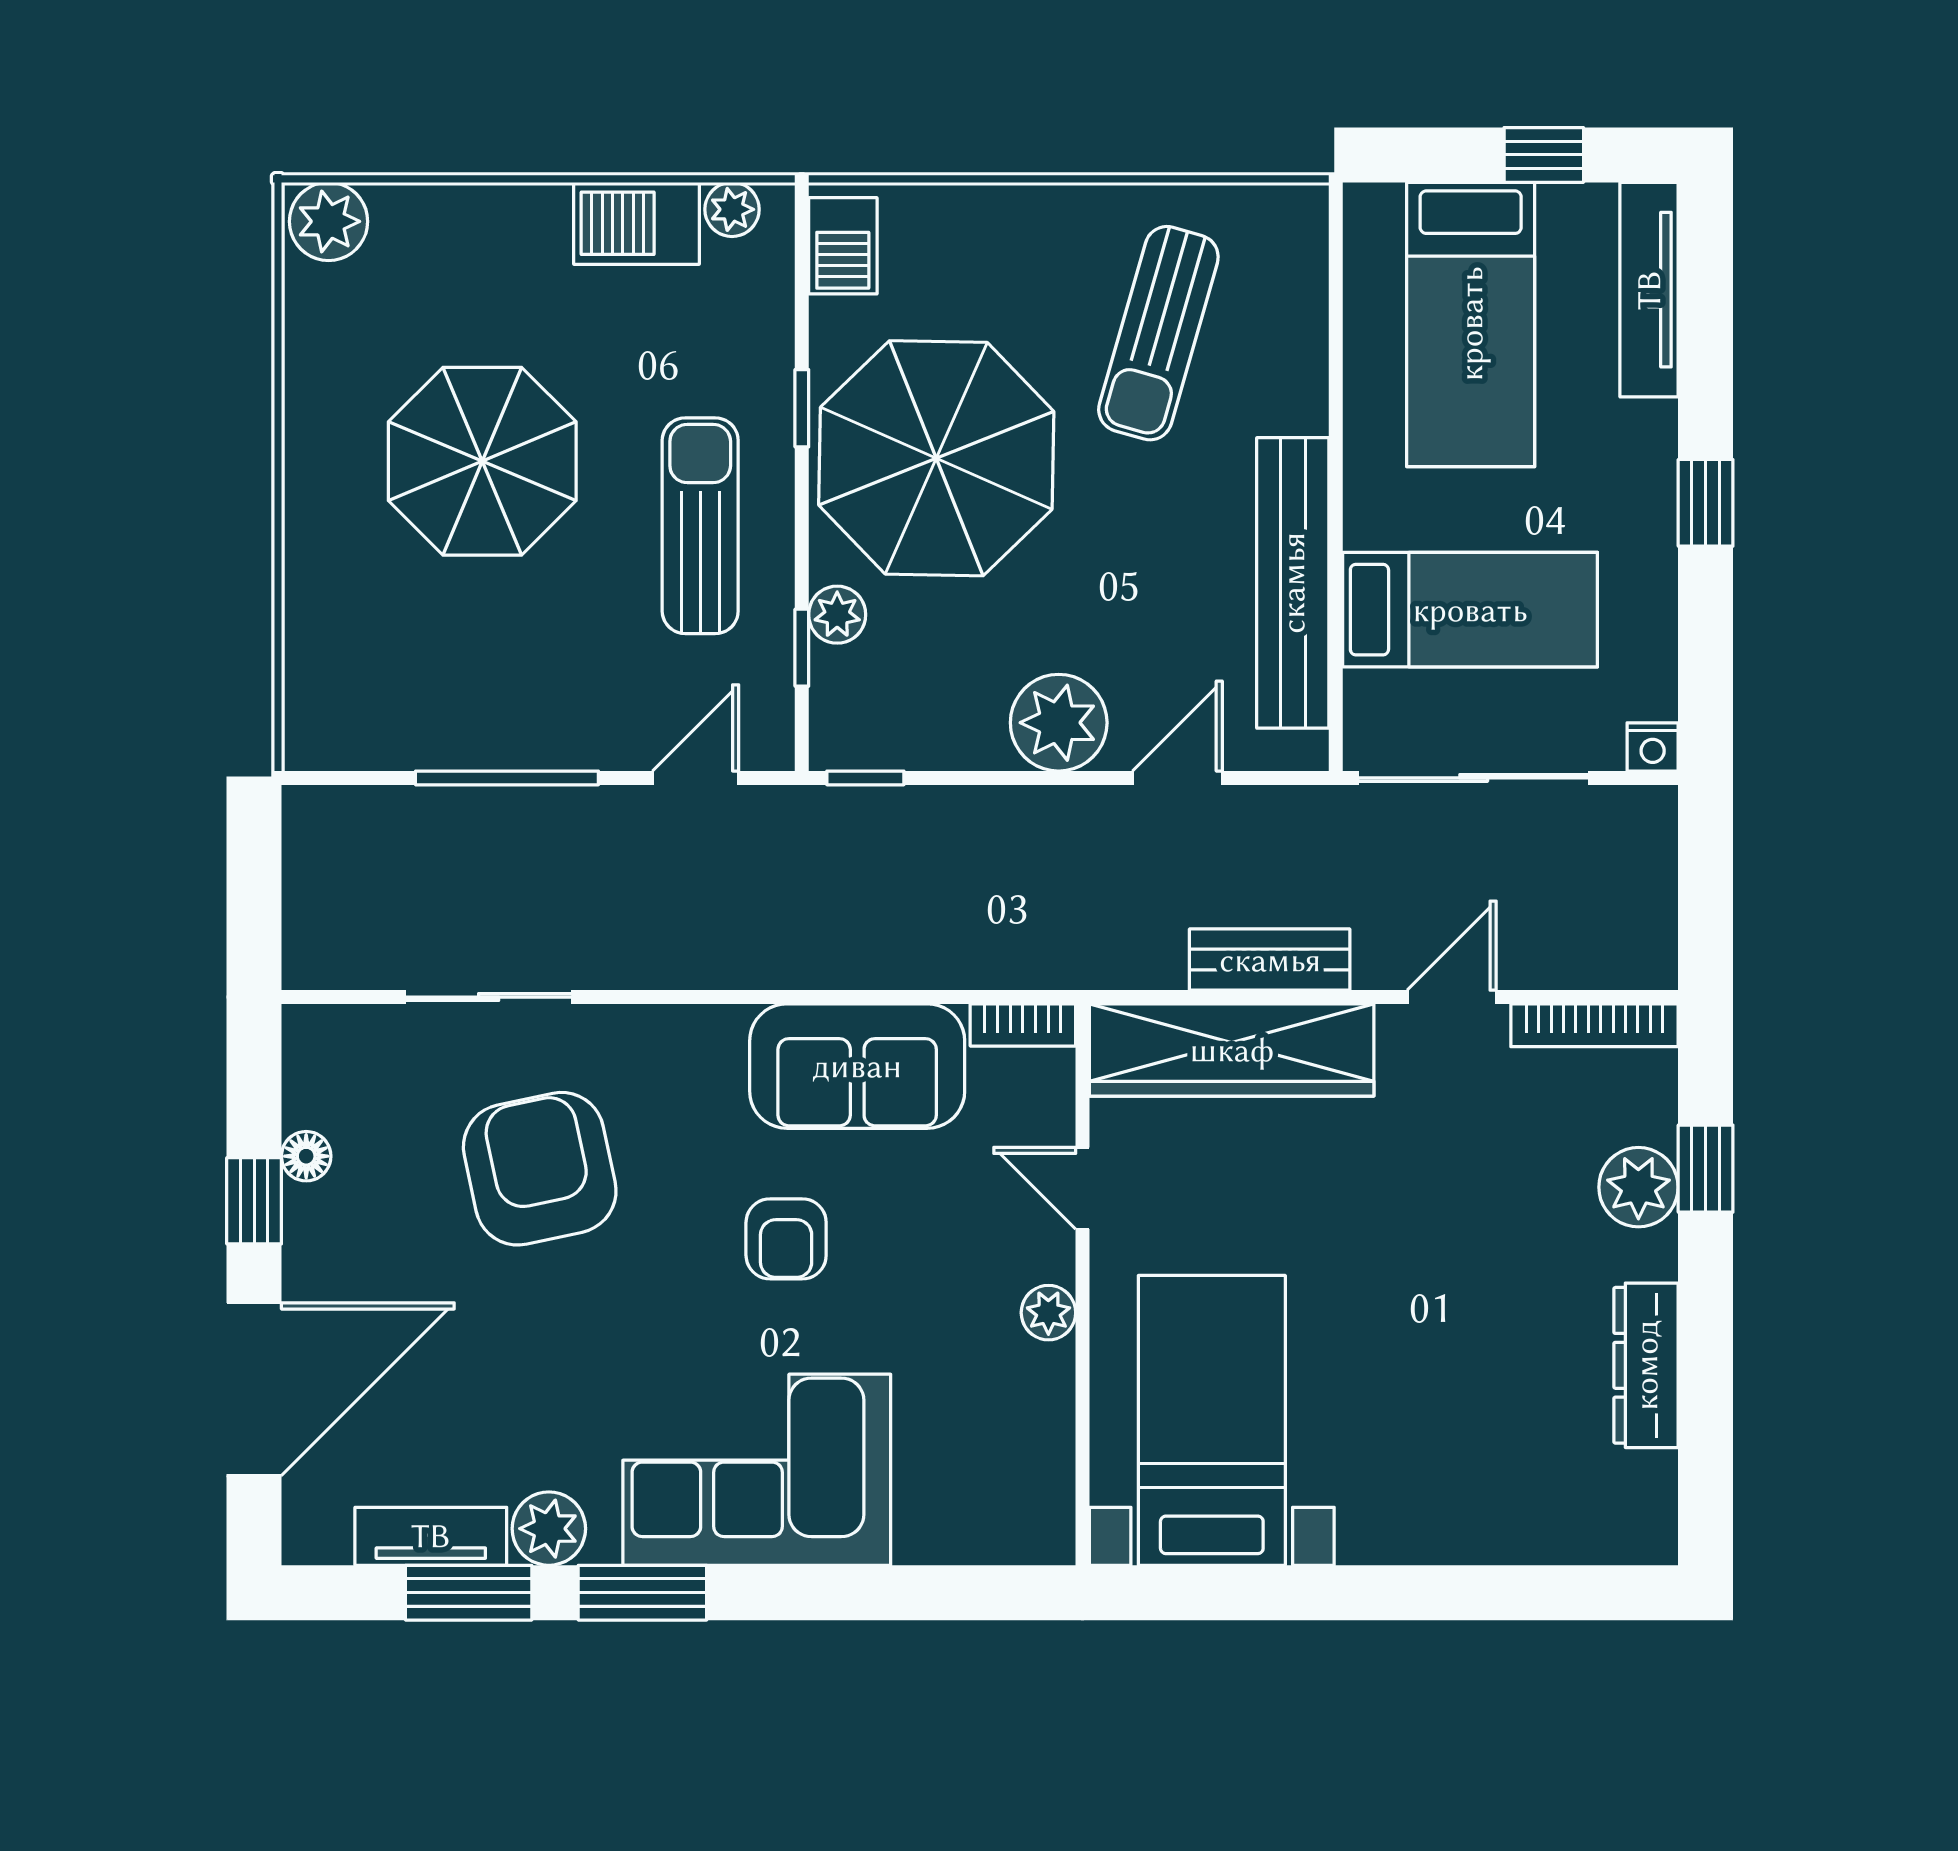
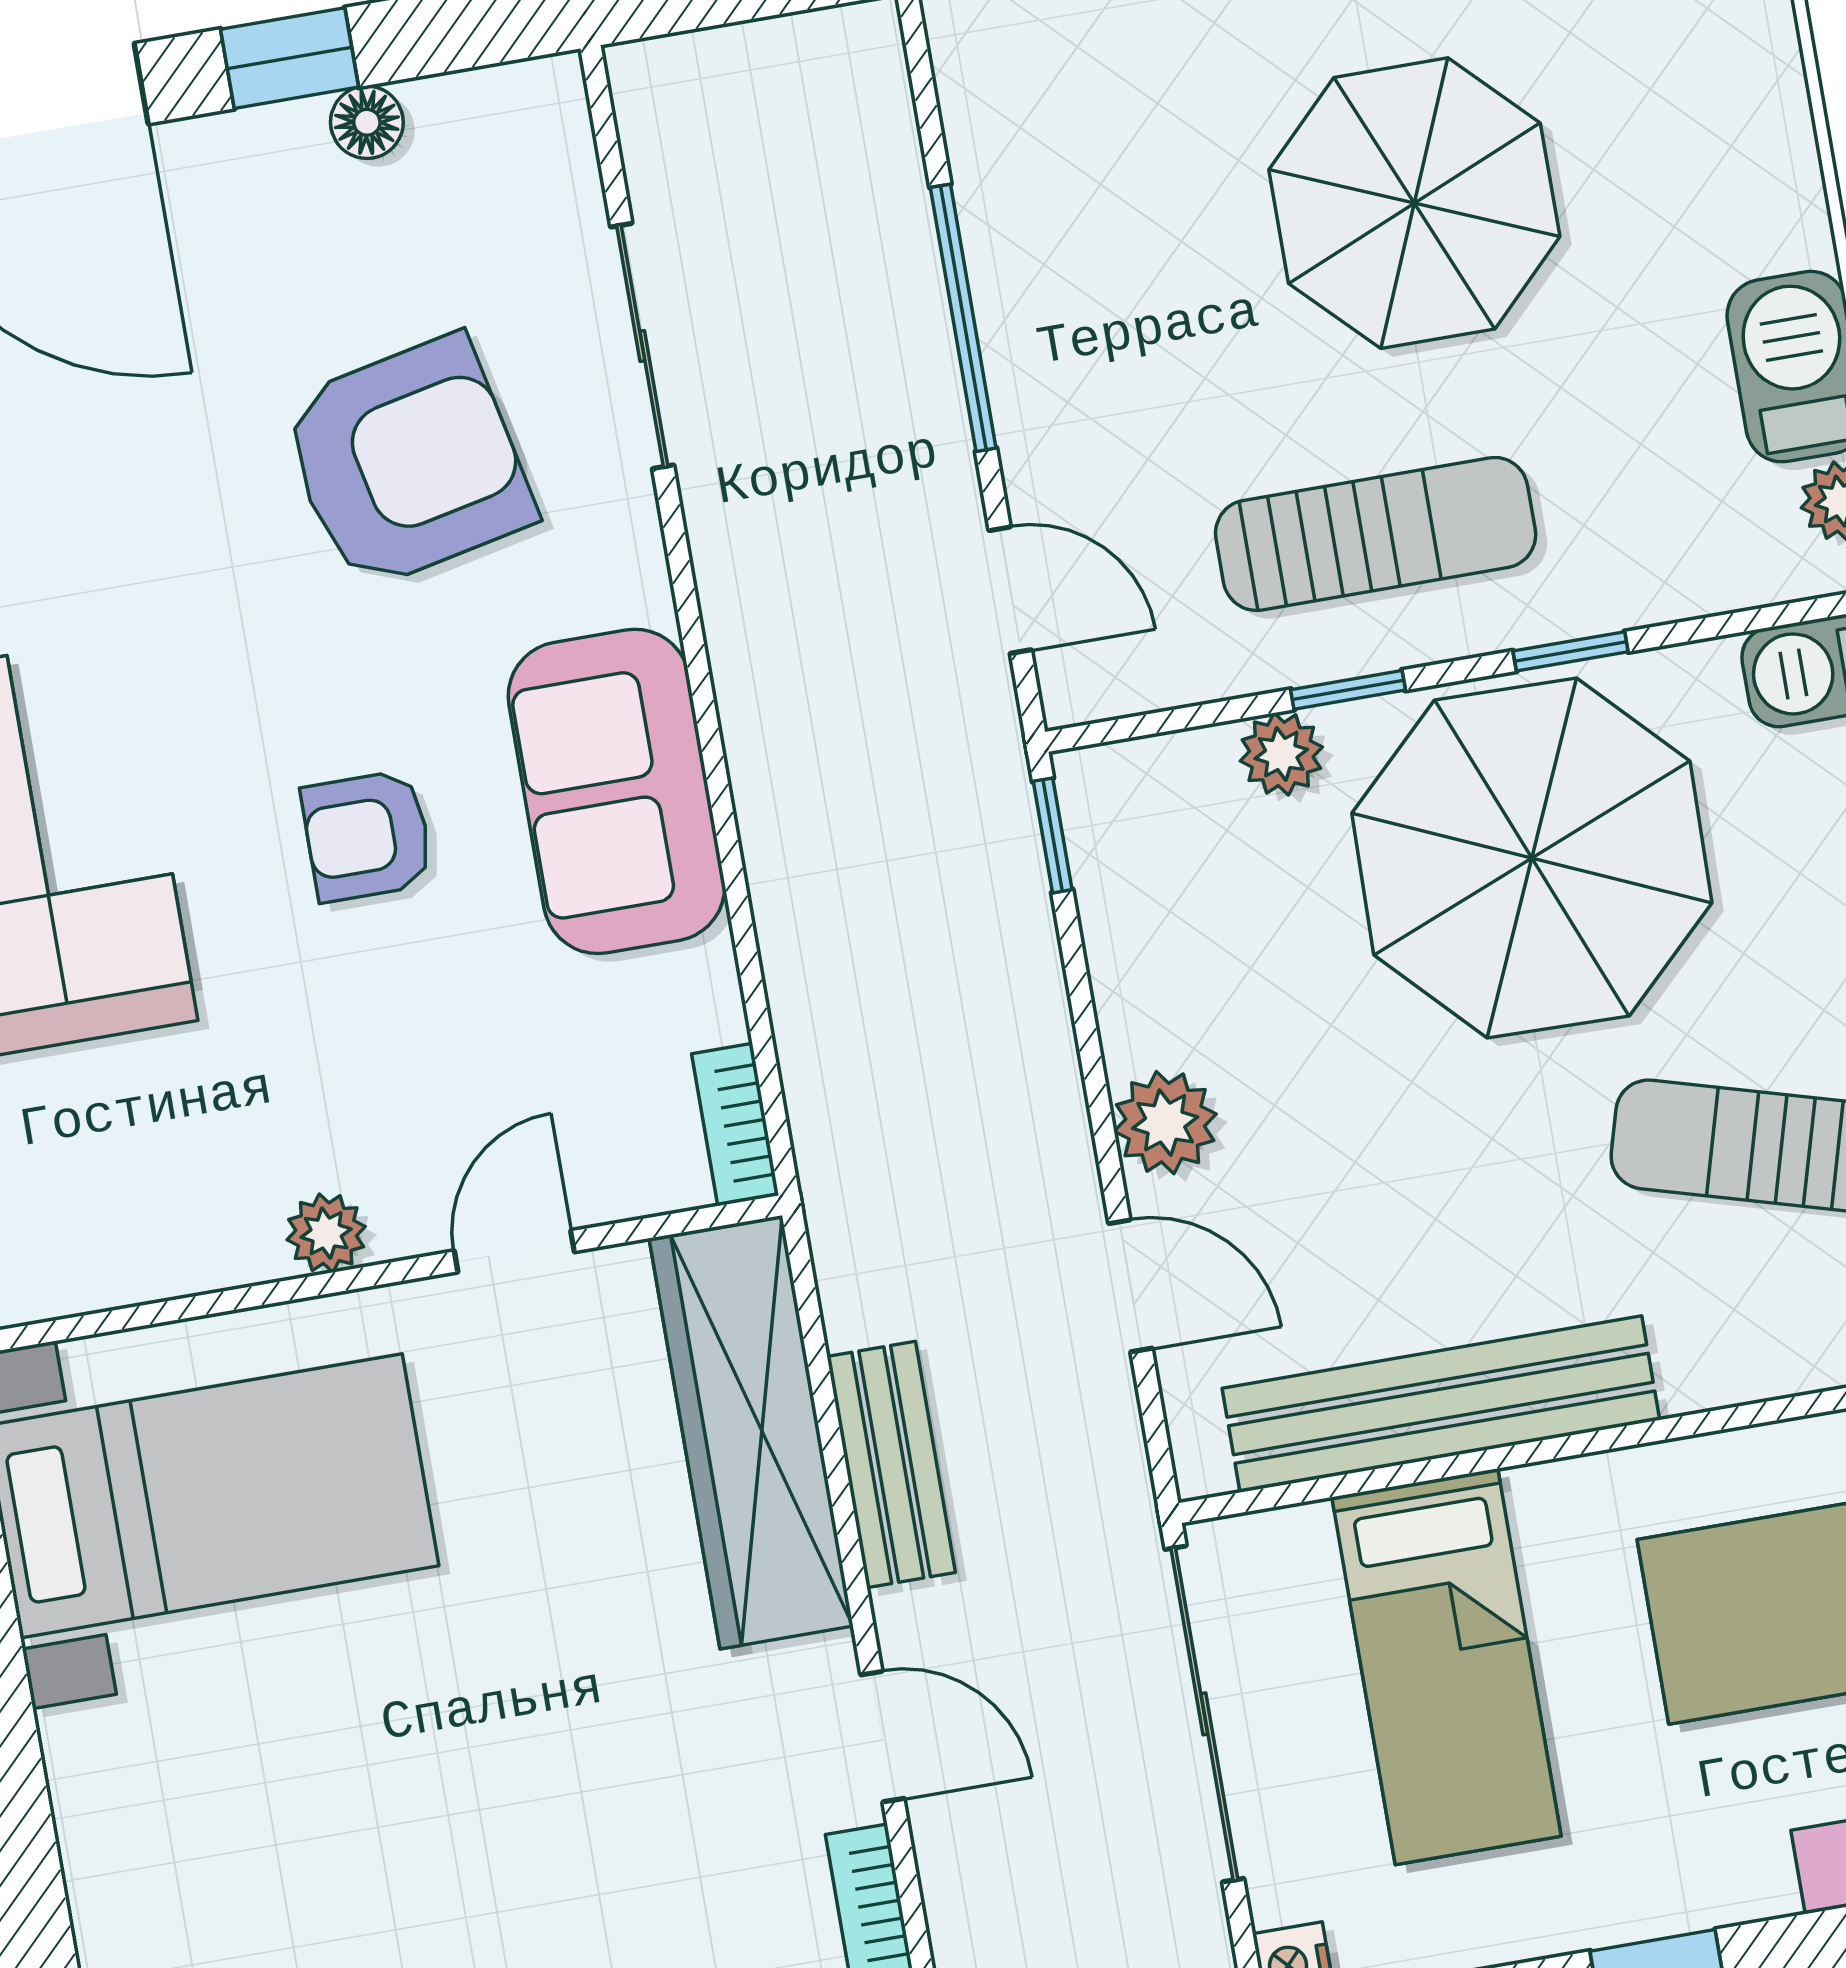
window: (802, 648) -> (1348, 690), moved
plant: (1059, 723) -> (1165, 1123), width x0.73, depth x0.73
sofa: (857, 1066) -> (616, 791), moved

